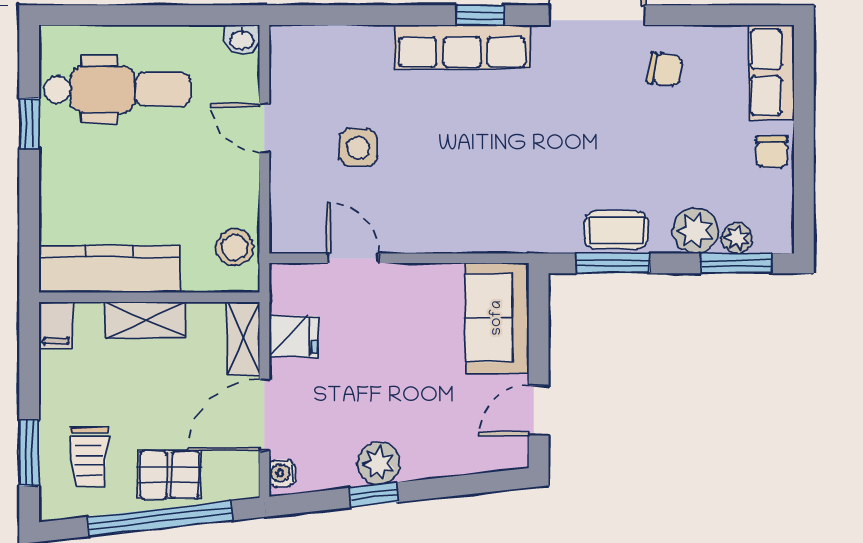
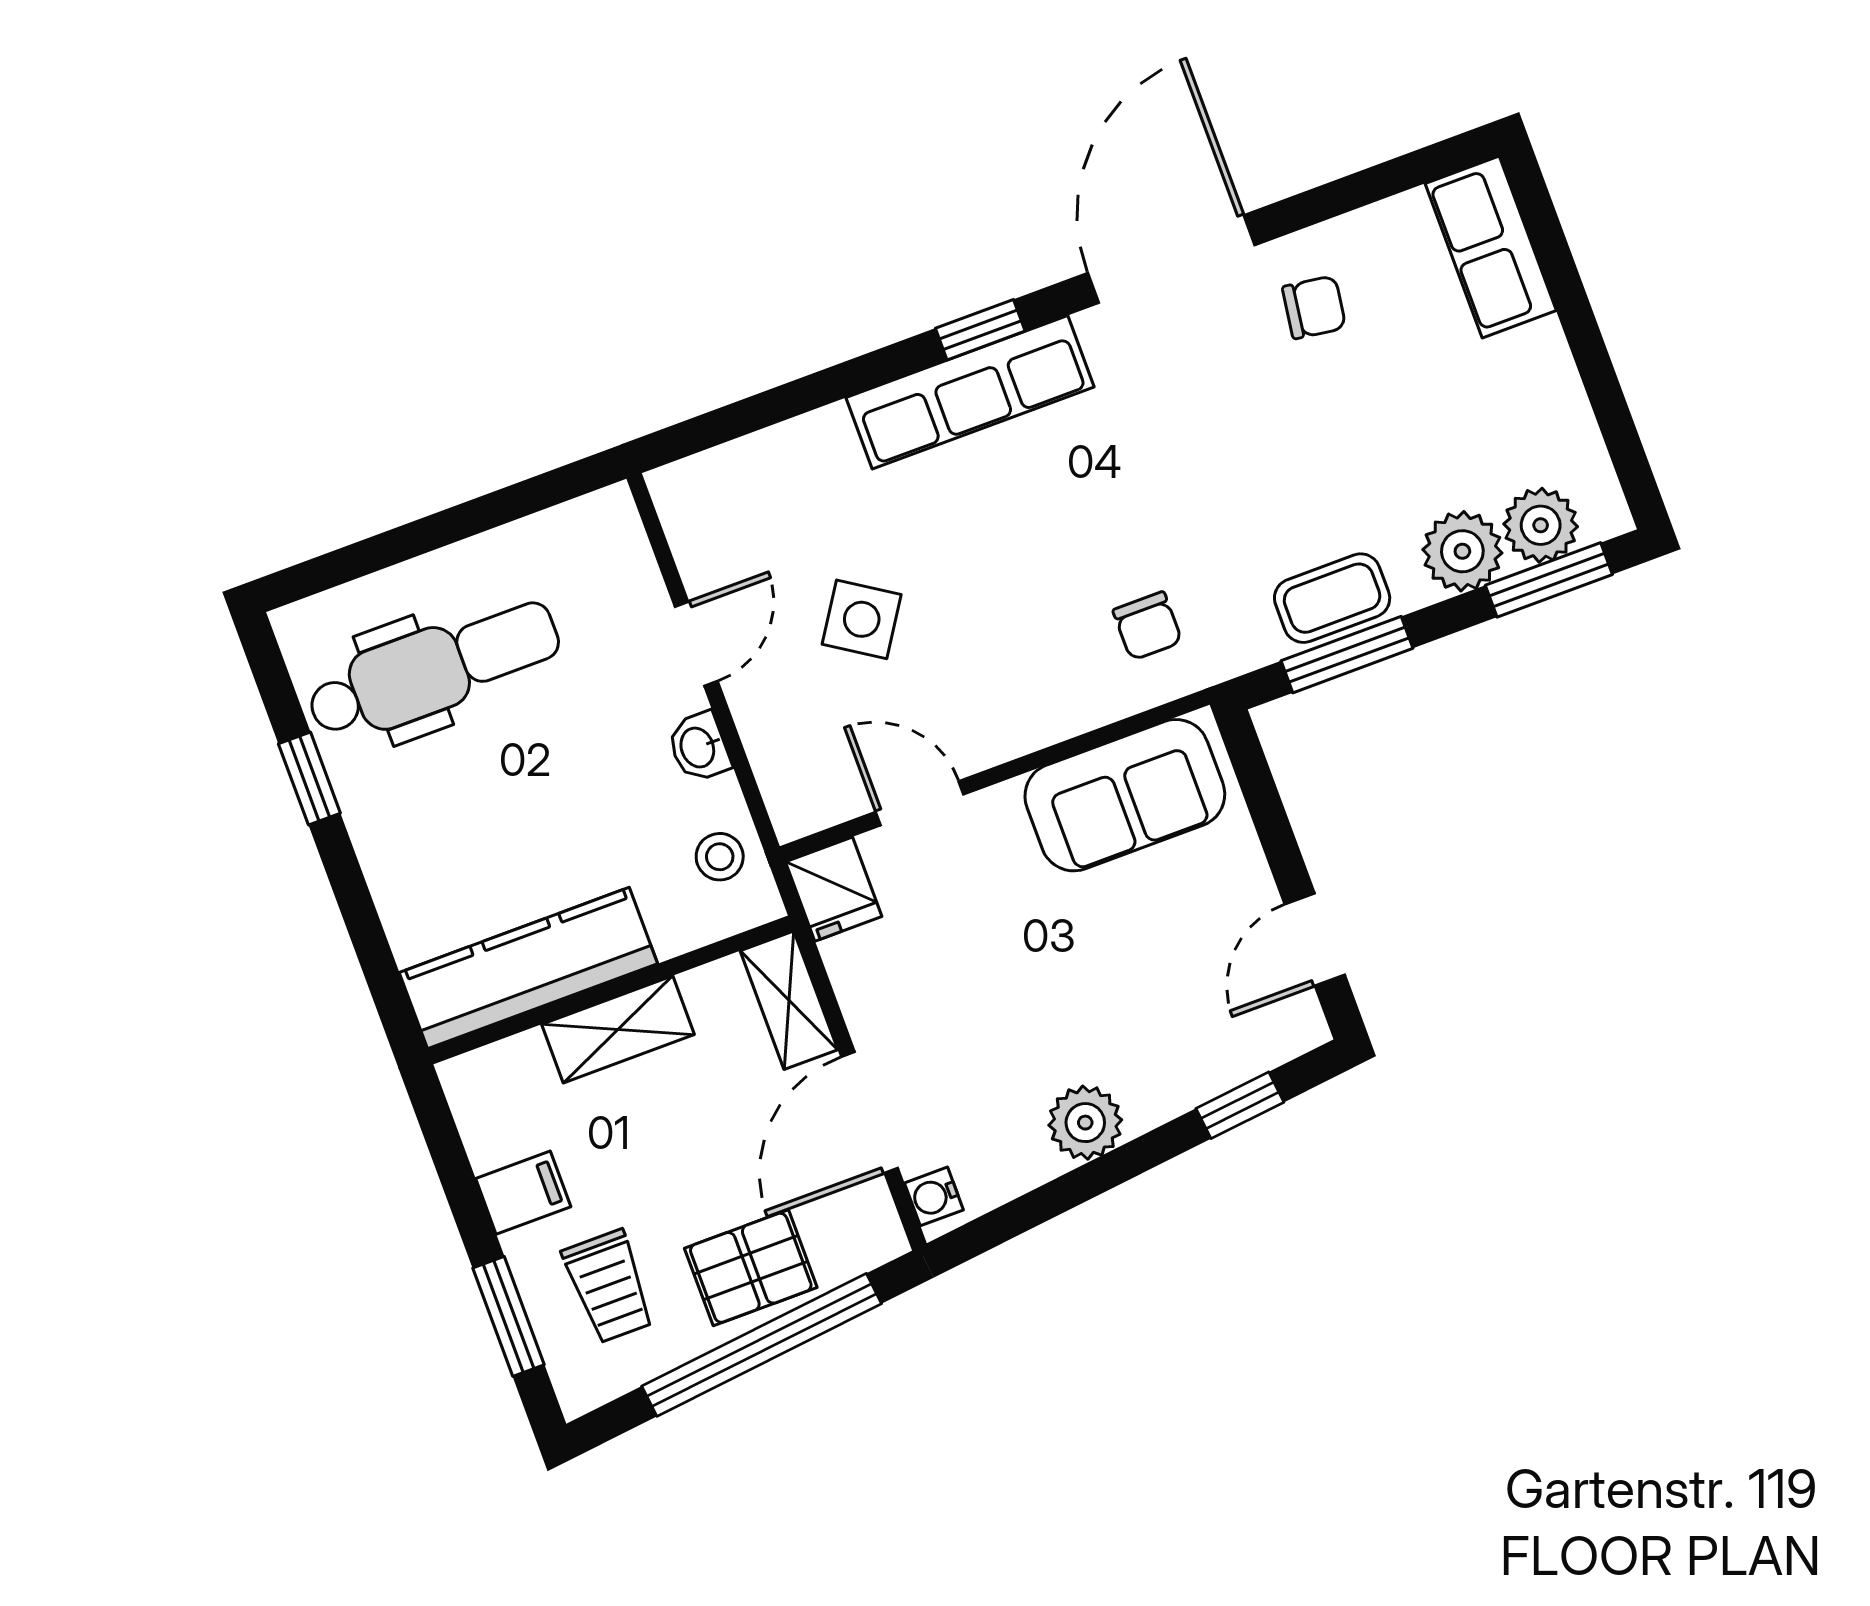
washbasin: (242, 40) -> (699, 747), moved, turned 90
door: (264, 128) -> (696, 644), swing flipped
side table: (358, 148) -> (862, 619), turned 33
chair: (772, 152) -> (1147, 626), moved
plant: (737, 238) -> (1541, 525), width x1.38, depth x1.38
stool: (235, 247) -> (720, 857), width x0.73, depth x0.73
sofa: (497, 318) -> (1125, 795), moved, turned -90
filing cabinet: (56, 325) -> (523, 1193), moved, turned -90
fridge: (293, 336) -> (834, 889), moved, turned 90
window: (374, 495) -> (1240, 1105), moved

